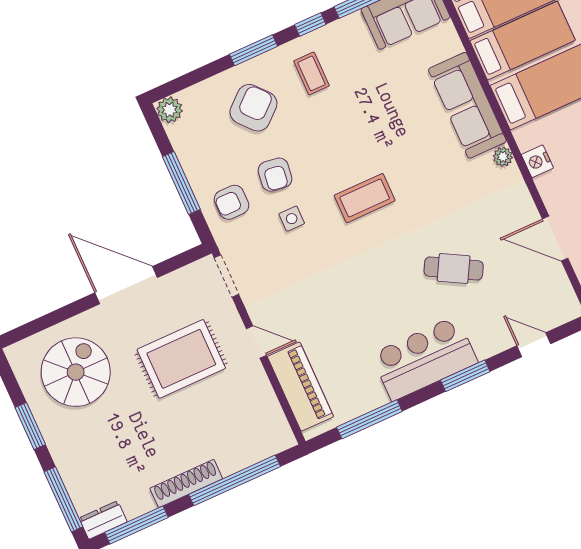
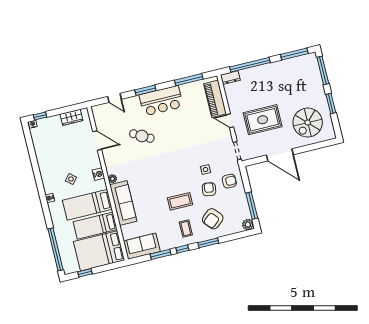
window: (181, 183) -> (252, 206), moved
coffee table: (365, 198) -> (180, 201), moved
shoe rack: (186, 483) -> (270, 67), removed
dresser: (103, 520) -> (230, 78), moved

